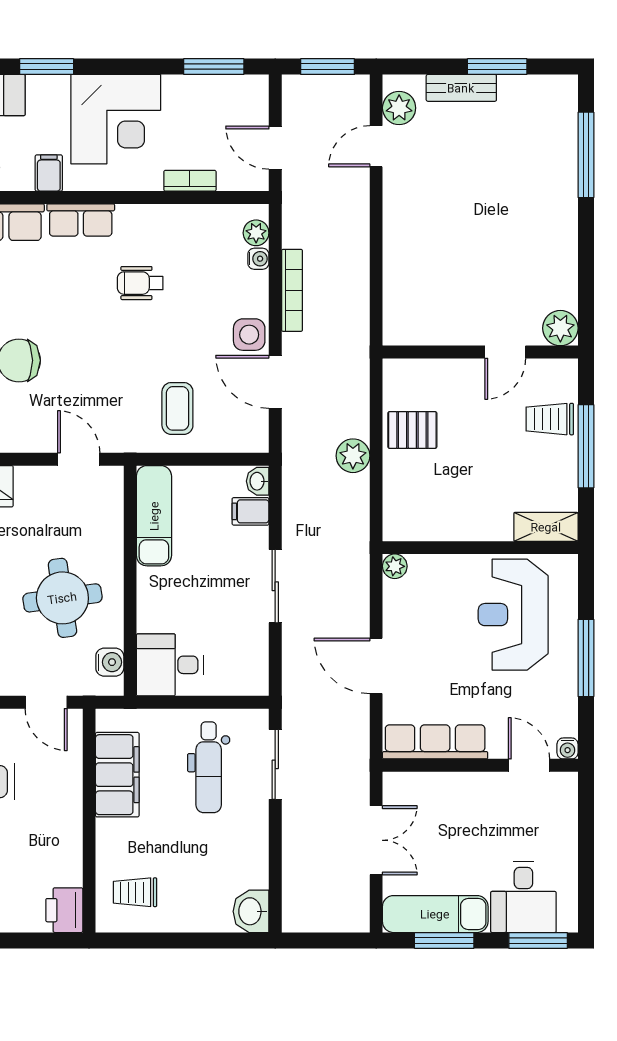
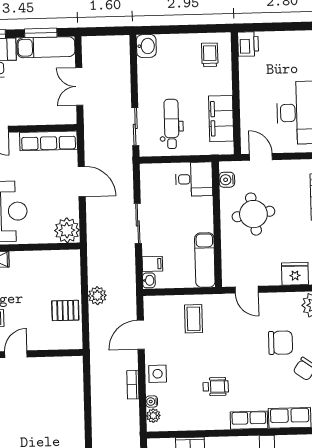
bookcase: (292, 290) -> (133, 385), width x0.64
side table: (249, 335) -> (158, 374), moved
door: (275, 382) -> (141, 335), swing flipped
plant: (395, 566) -> (67, 230), width x1.88, depth x1.88
trolley: (135, 892) -> (210, 55), turned -90

